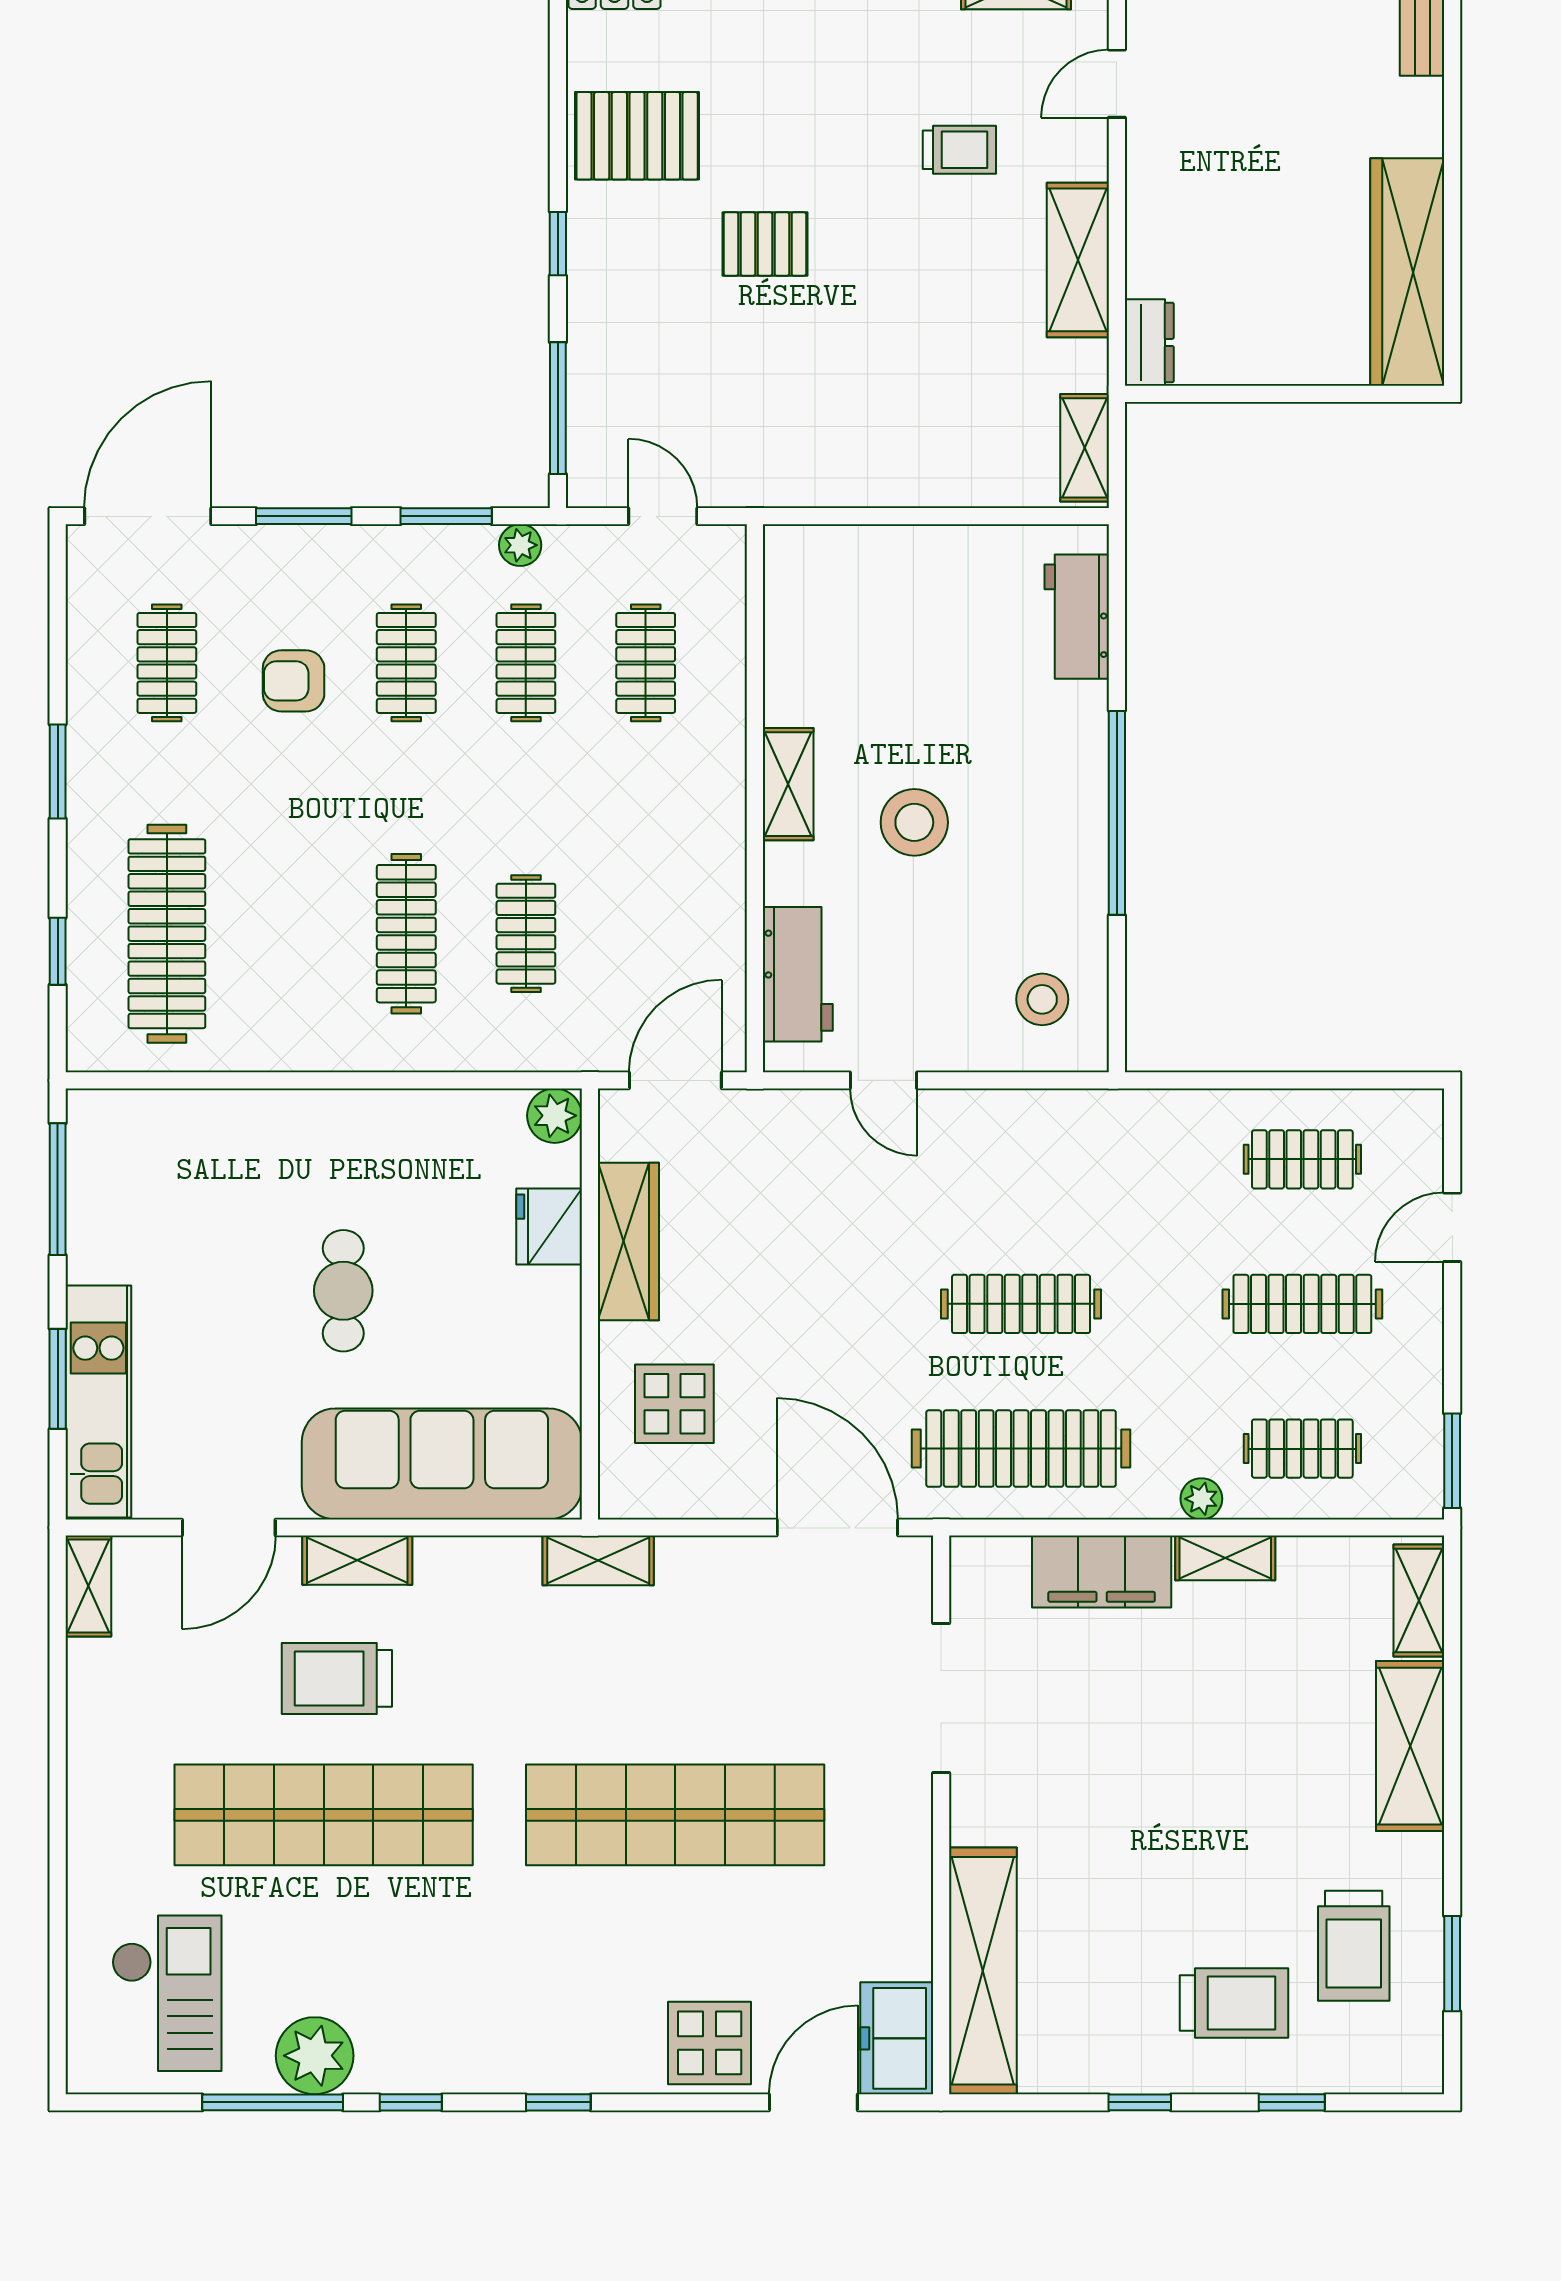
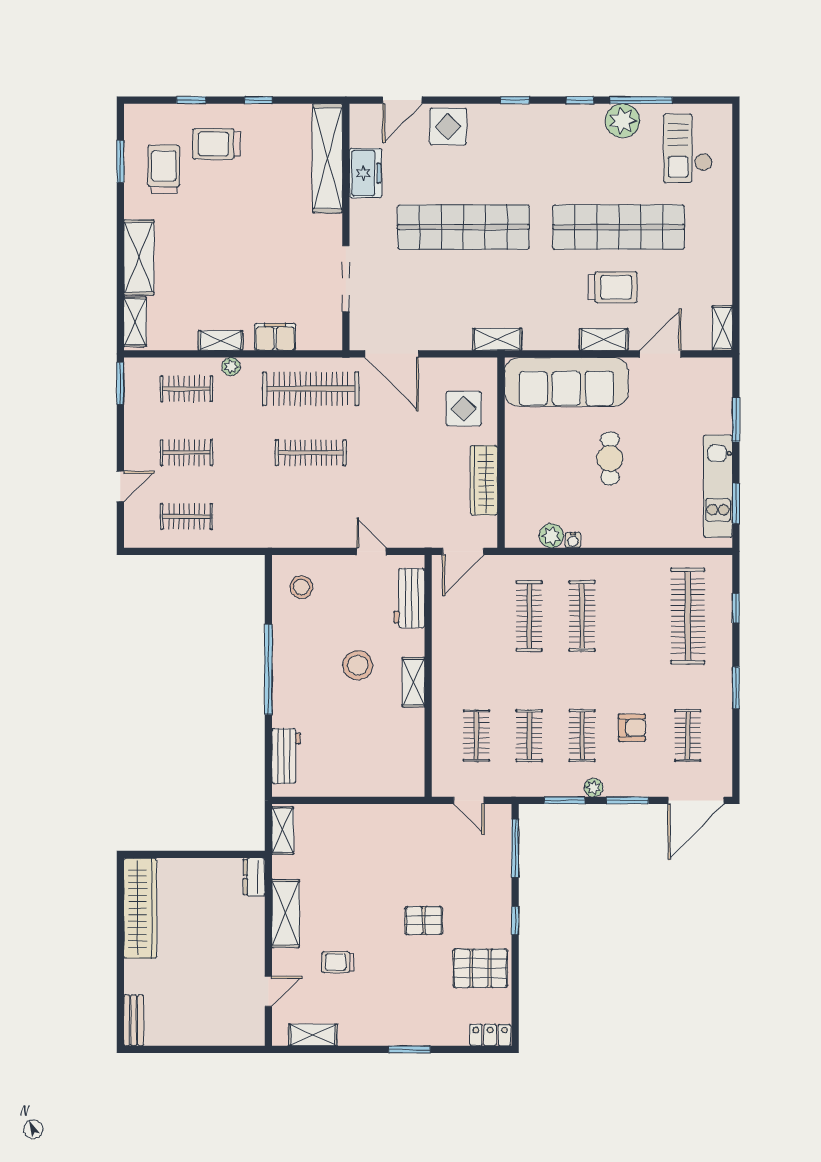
plant: (520, 545) -> (593, 788), moved
clothes rail: (526, 934) -> (529, 616), width x1.36
water cooler: (427, 1106) -> (573, 540), added
plant: (555, 1116) -> (551, 536), moved
window: (58, 1189) -> (736, 503), width x0.69
fridge: (549, 1226) -> (519, 487), removed
clothes rail: (1302, 1304) -> (186, 453), width x0.73
kitchen unit: (98, 1402) -> (718, 486), moved
filing cabinet: (1102, 1572) -> (275, 337), width x0.67, depth x0.86
freezer: (897, 2038) -> (366, 173), moved

